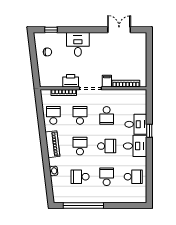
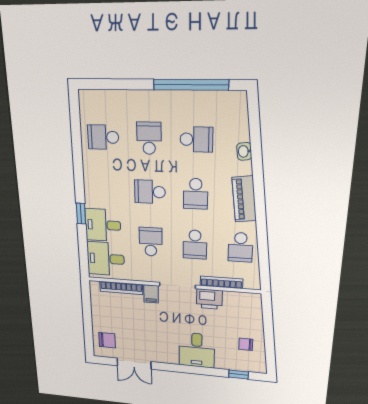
chair: (137, 45) -> (107, 340), added
desk: (135, 146) -> (106, 259), moved
school desk: (107, 177) -> (149, 138), turned 180

